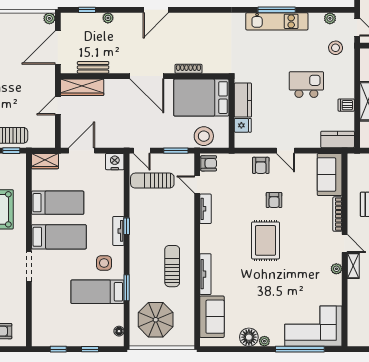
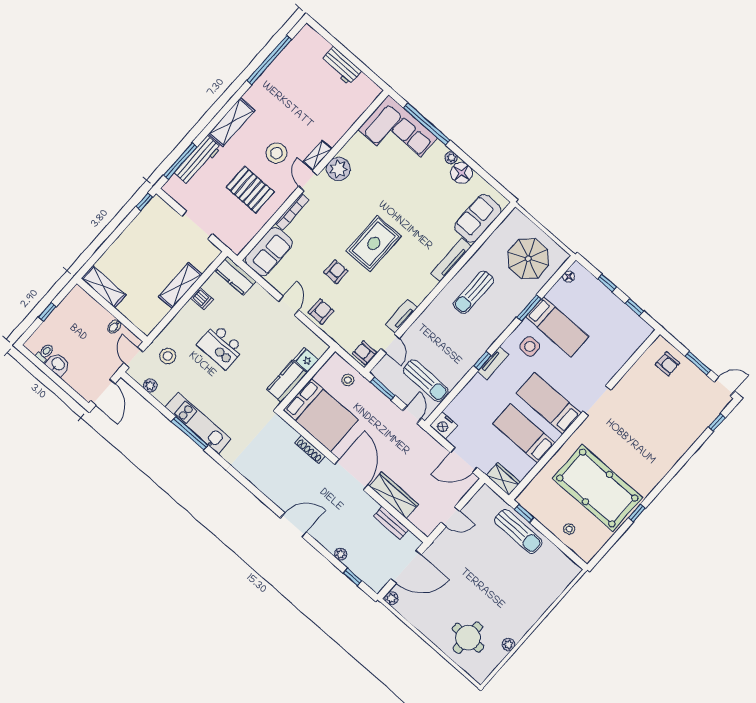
wardrobe: (82, 87) -> (394, 495), moved
stool: (204, 136) -> (348, 380), width x0.53, depth x0.53
plant: (336, 269) -> (338, 169), width x1.88, depth x1.88

